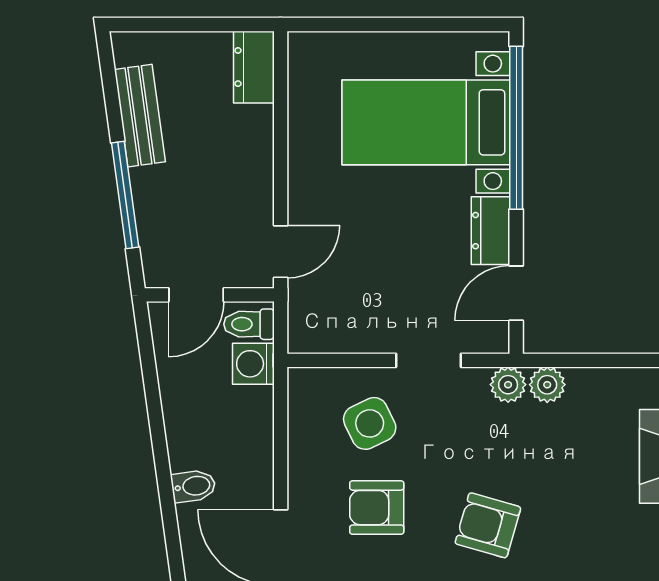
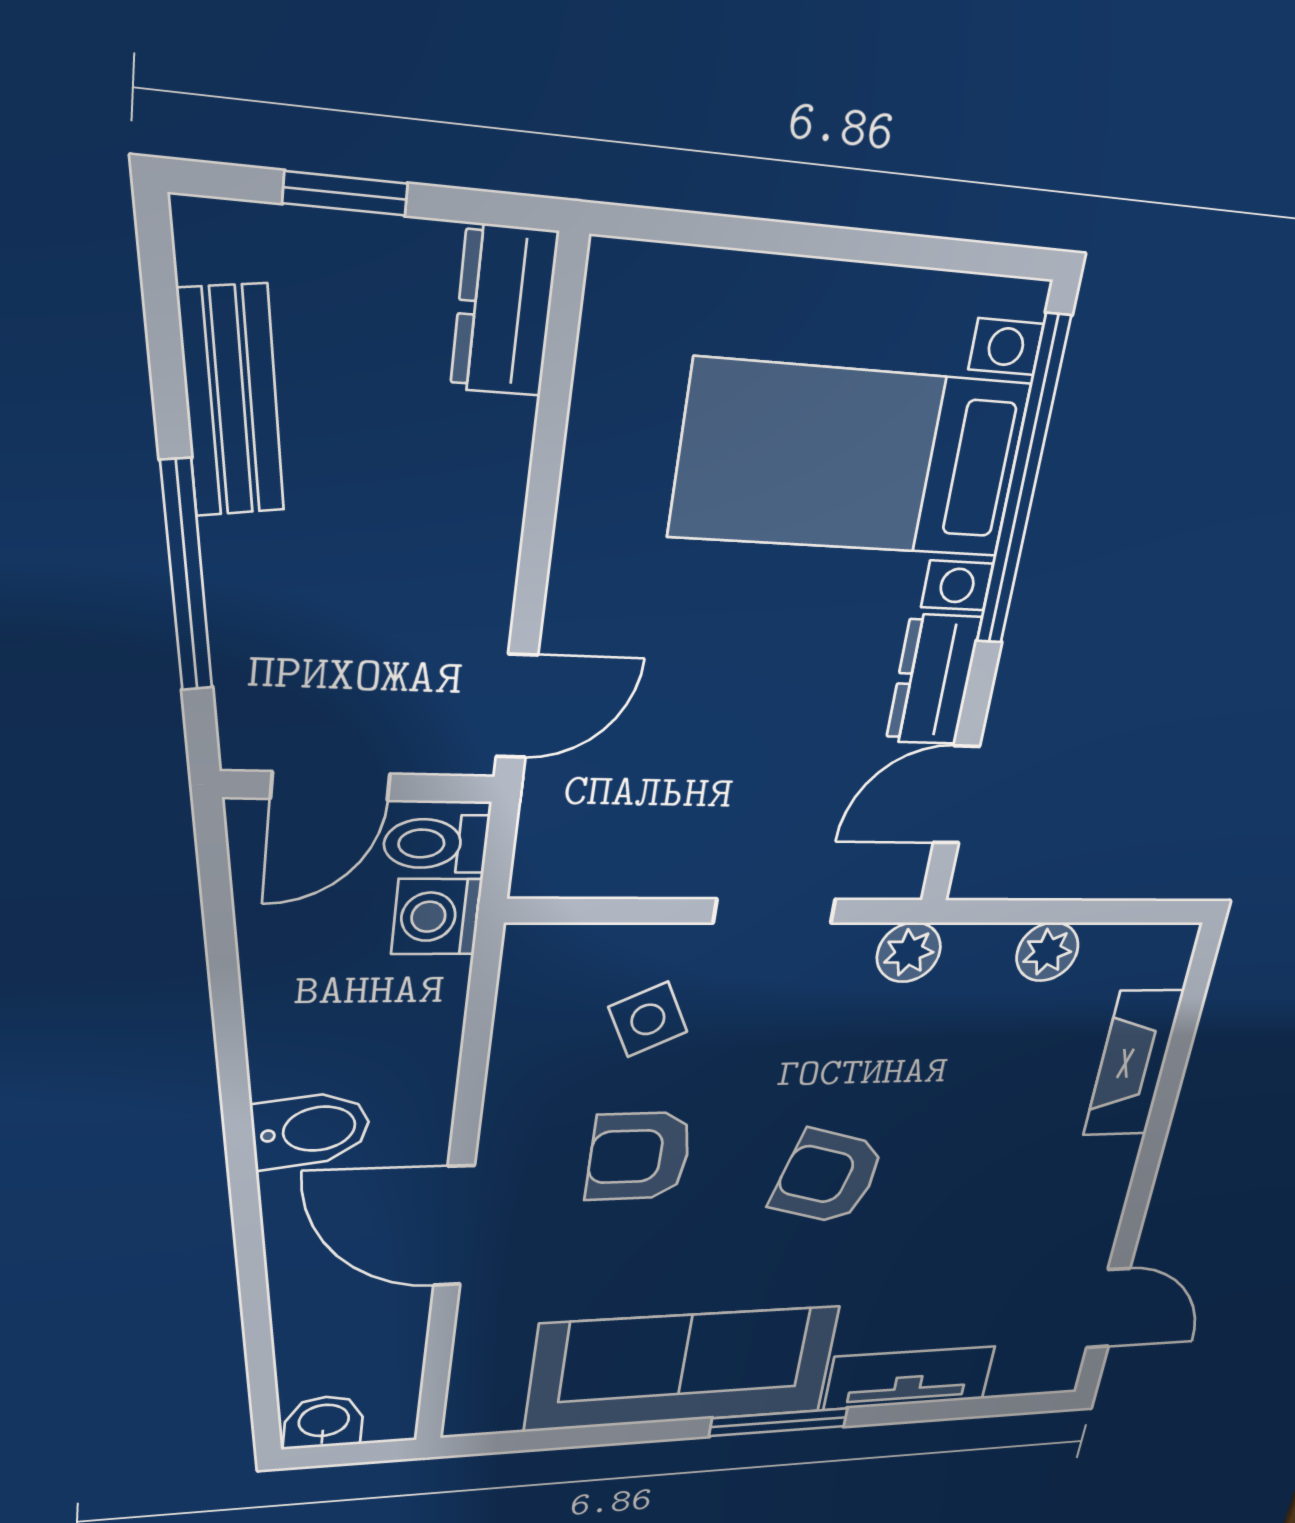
window: (181, 24) -> (345, 193), added
plant: (547, 385) -> (1047, 952), moved
side table: (370, 423) -> (648, 1019), width x0.73, depth x0.73
bidet: (193, 486) -> (311, 1130), width x1.38, depth x1.36

